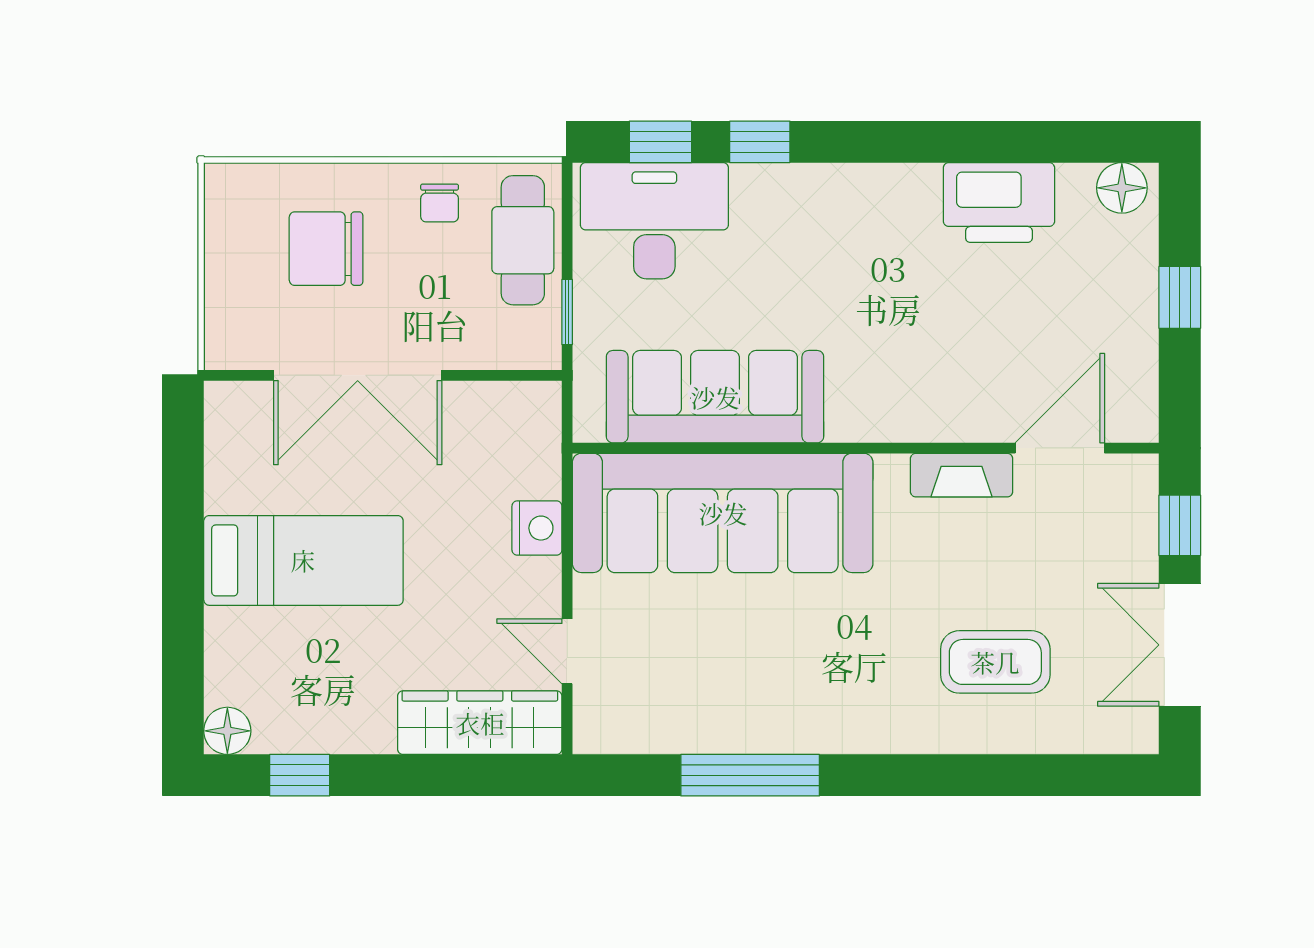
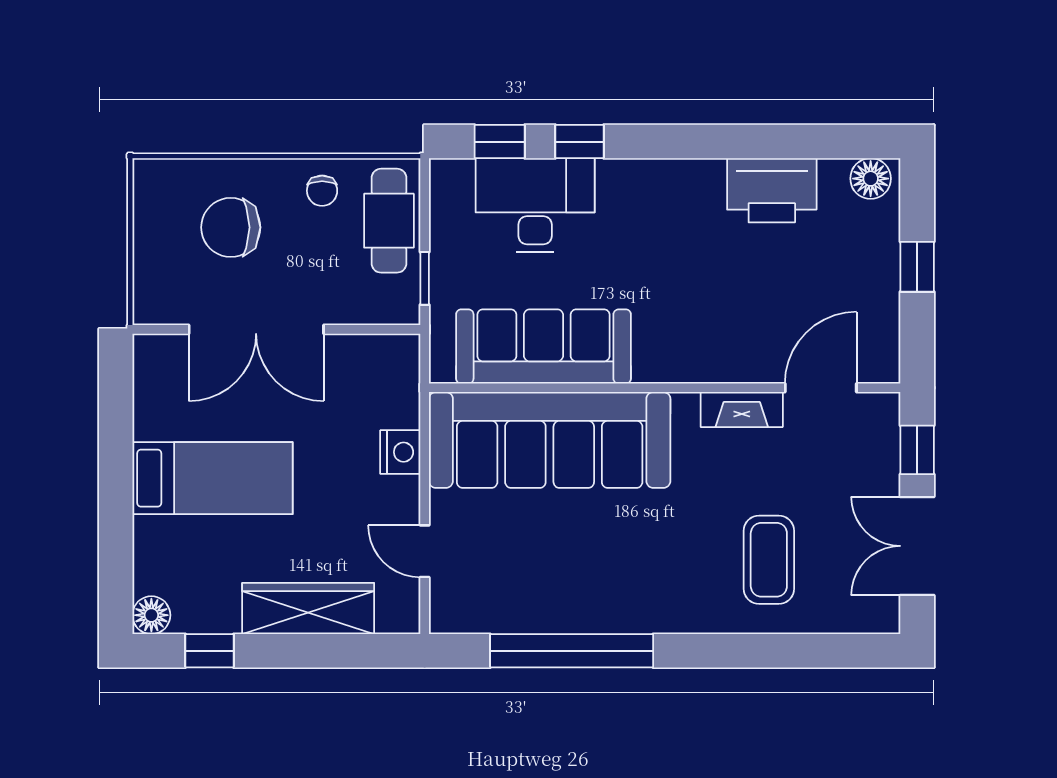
desk: (654, 221) -> (535, 205), moved
coffee table: (995, 662) -> (769, 560), turned 90
wardrobe: (480, 723) -> (308, 609), moved
window: (750, 775) -> (572, 651), width x1.46

